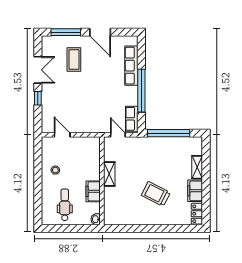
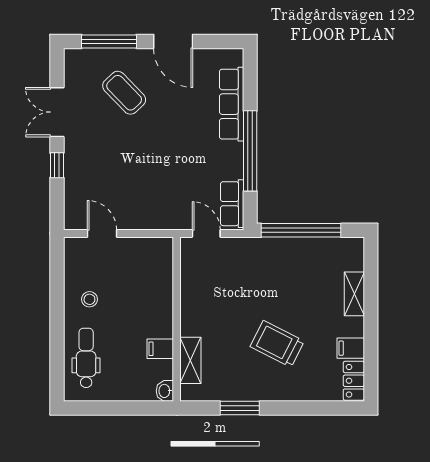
coffee table: (74, 59) -> (124, 93), turned -44
double door: (38, 70) -> (57, 112), swing flipped
shelving: (109, 174) -> (190, 360), moved
filing cabinet: (93, 191) -> (160, 349), width x0.50
filing cabinet: (195, 191) -> (351, 348), width x0.50
dental chair: (65, 205) -> (86, 358), moved
window: (136, 228) -> (240, 408), added

